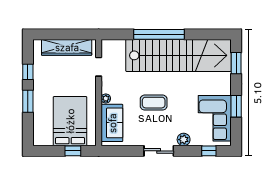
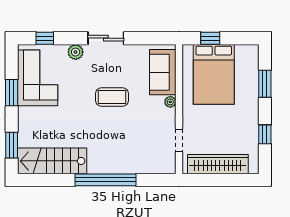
stairs: (178, 55) -> (52, 161), width x0.54, depth x0.66
window: (28, 101) -> (265, 84), moved

